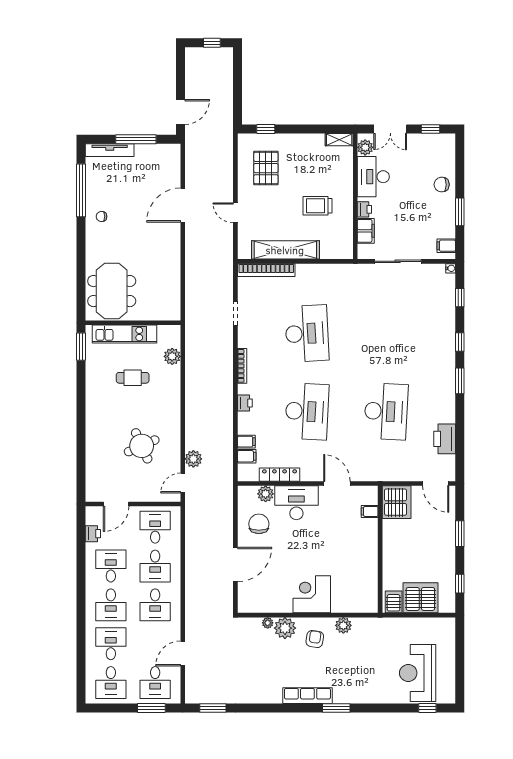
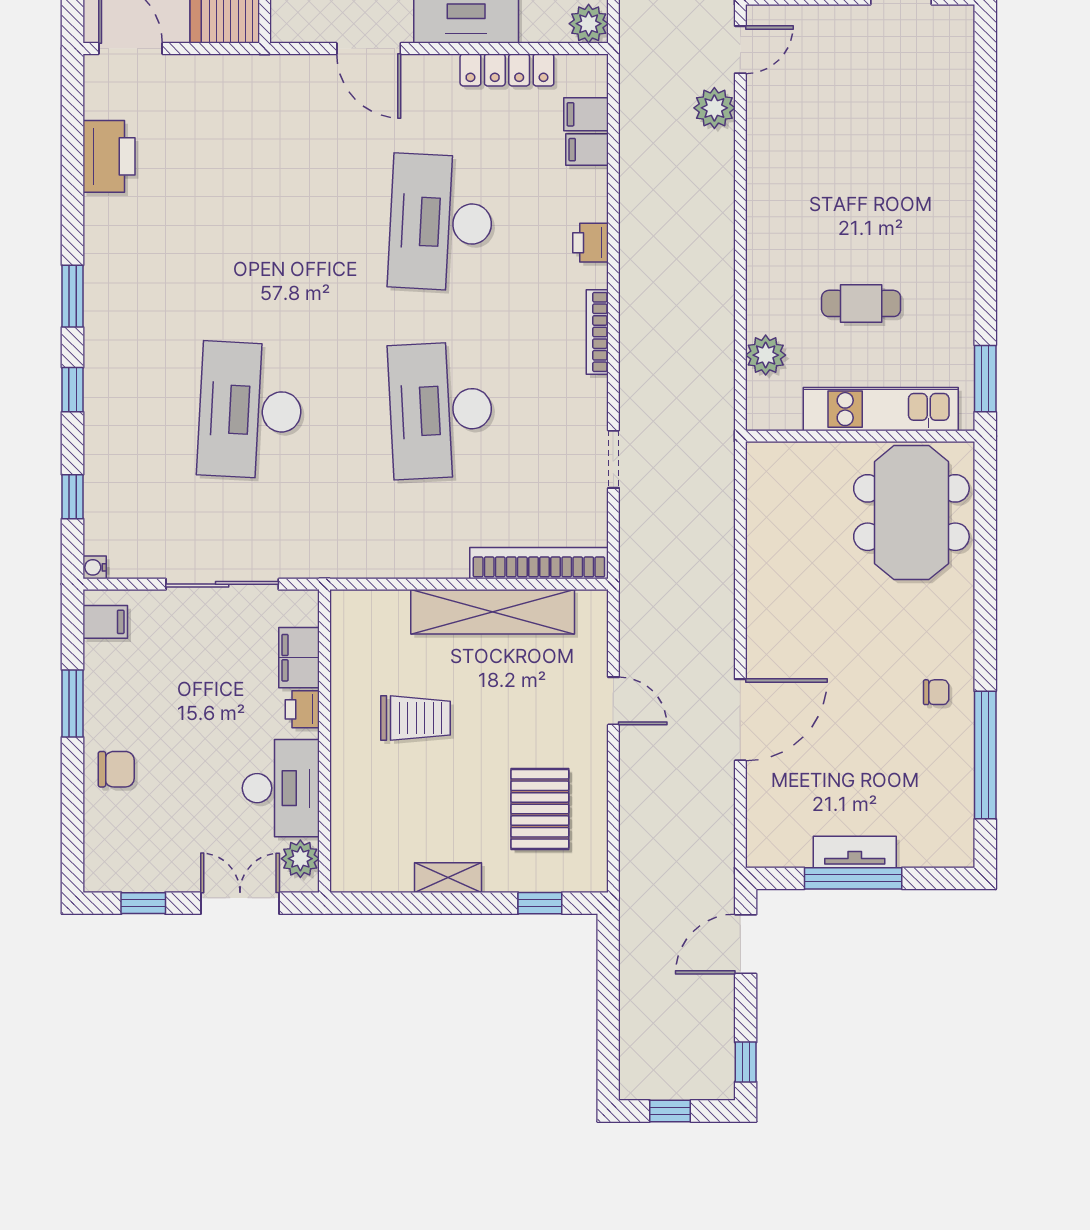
window: (181, 63) -> (746, 1062), added
shelving: (339, 140) -> (448, 878), moved
tv unit: (110, 150) -> (855, 852), moved, width x0.71
desk: (386, 411) -> (250, 410), moved
round table: (142, 446) -> (839, 139), removed
plant: (266, 494) -> (589, 24), moved

